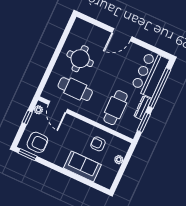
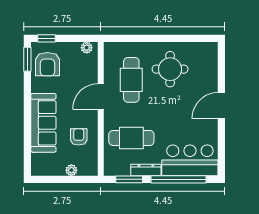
door: (122, 35) -> (221, 106), hinge flipped
door: (58, 107) -> (101, 96), moved
window: (27, 117) -> (47, 38), moved
sofa: (82, 166) -> (43, 123), width x1.36

